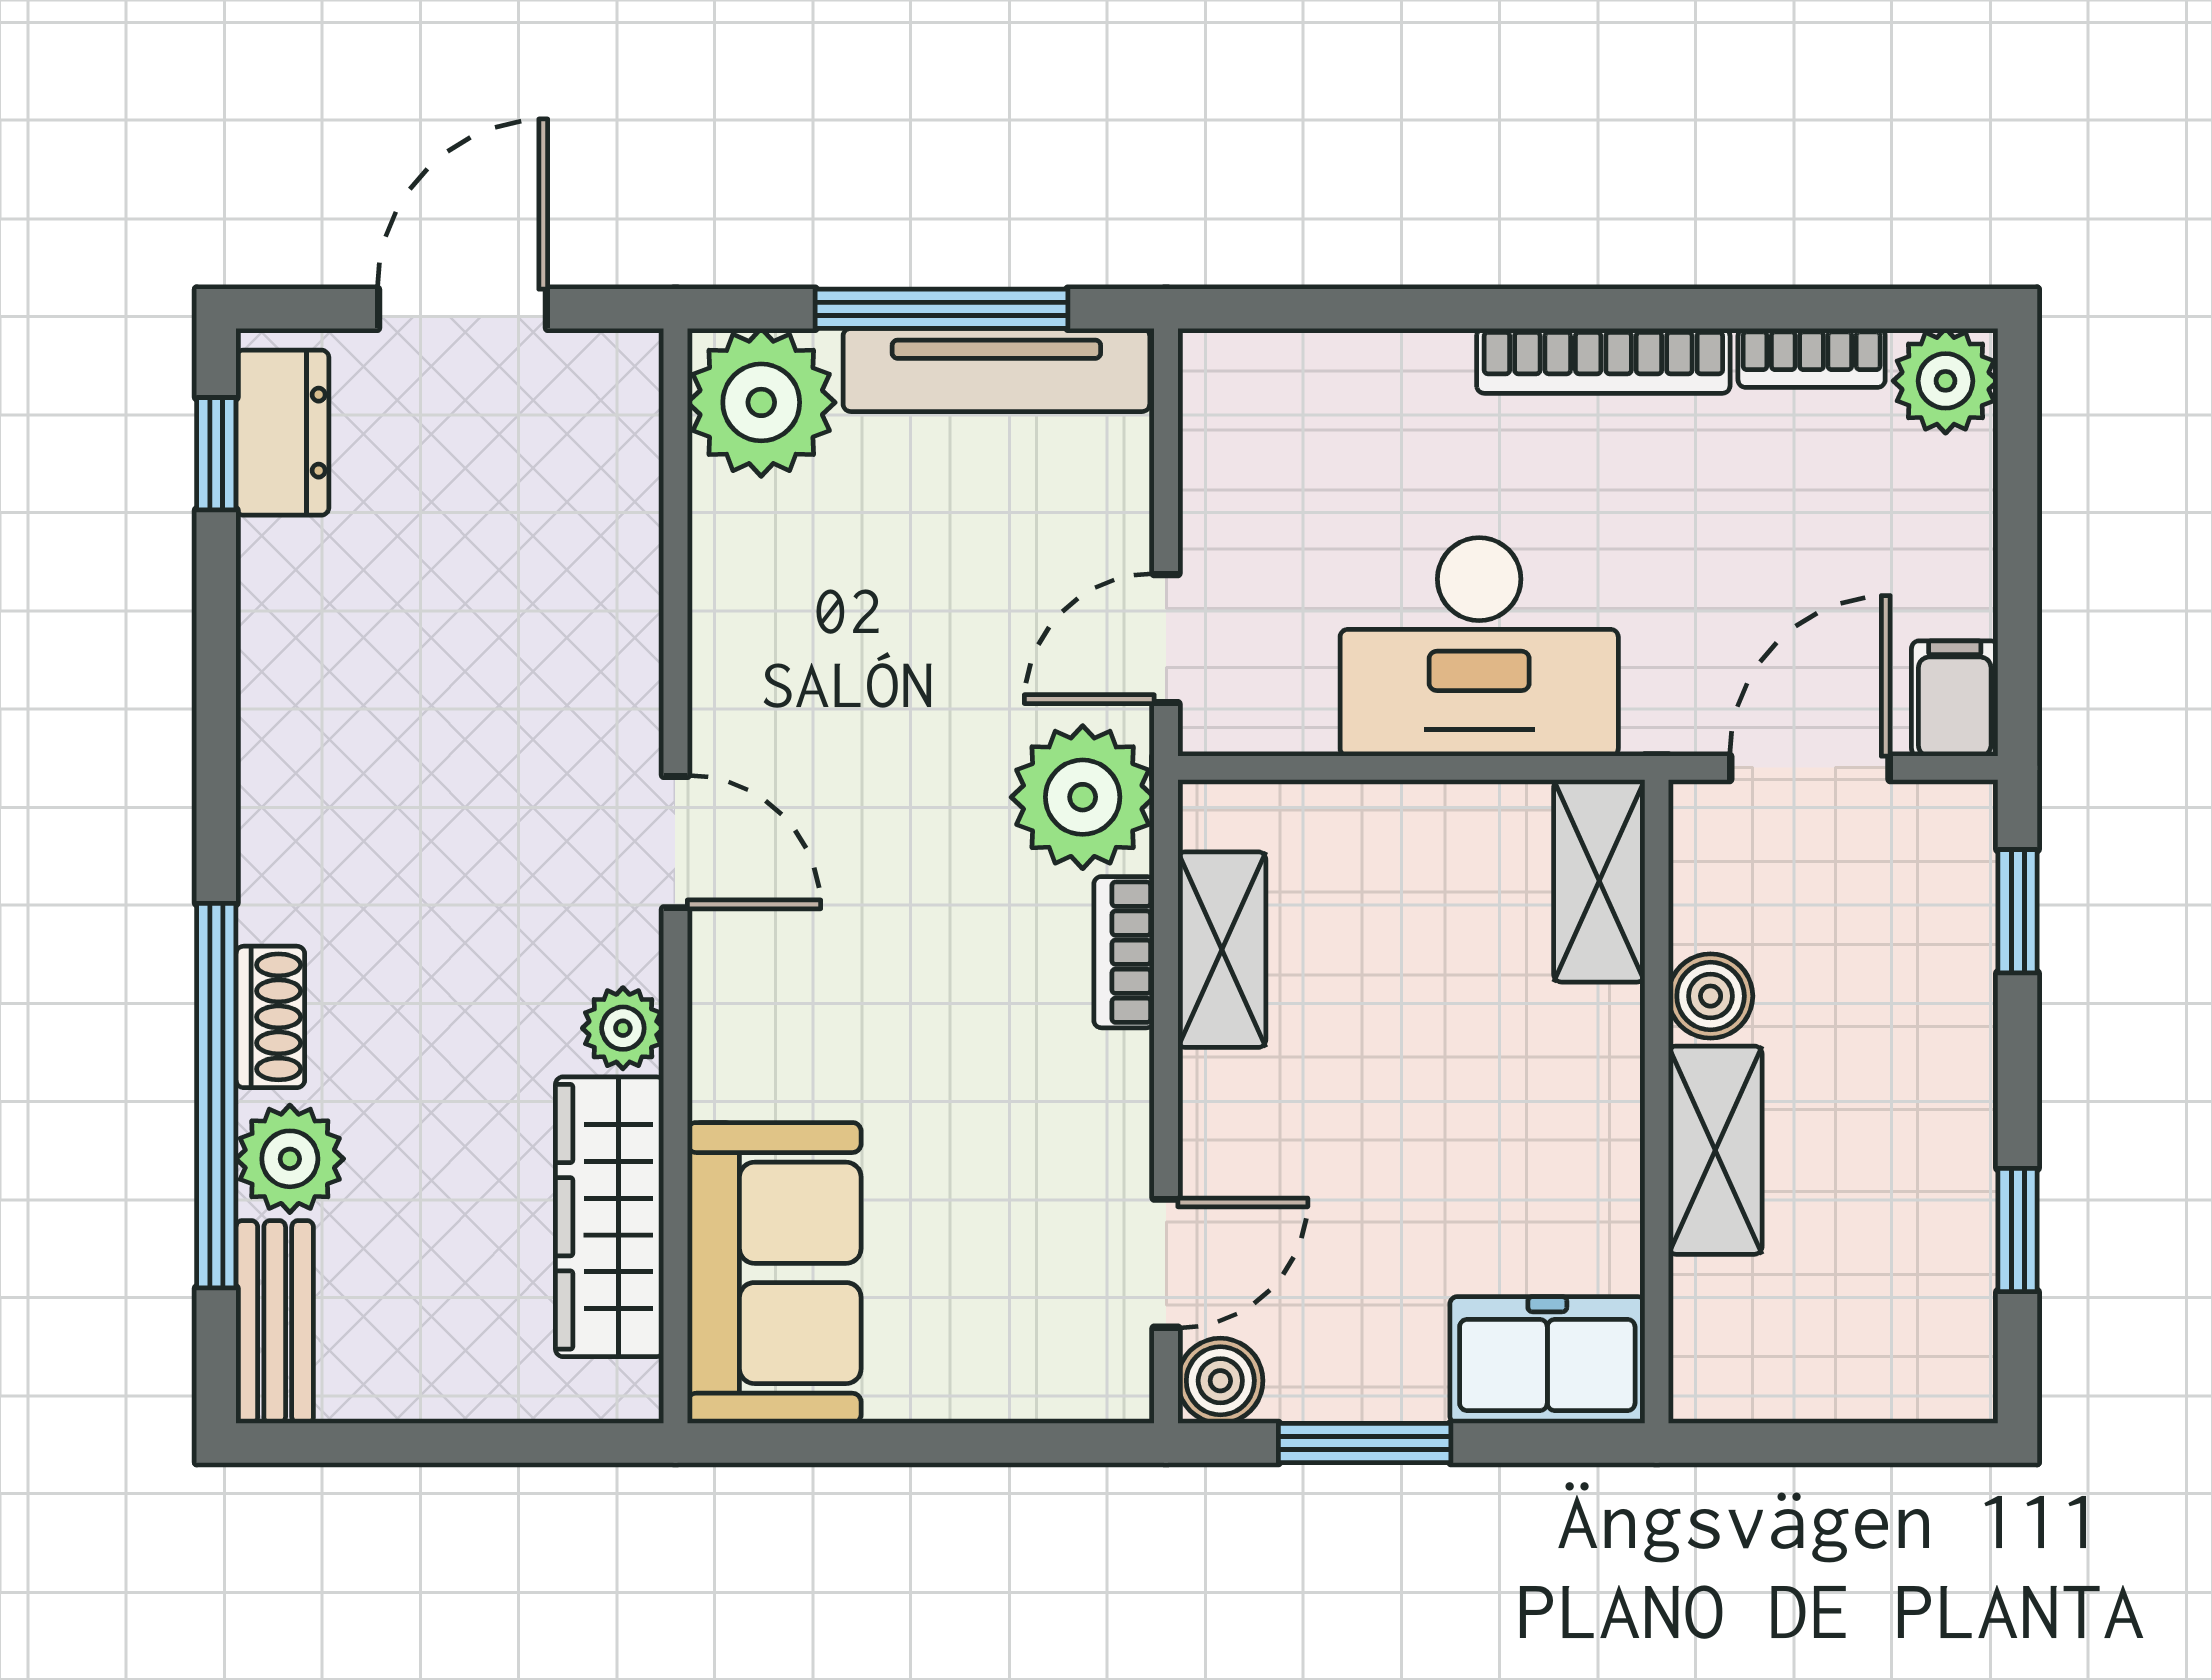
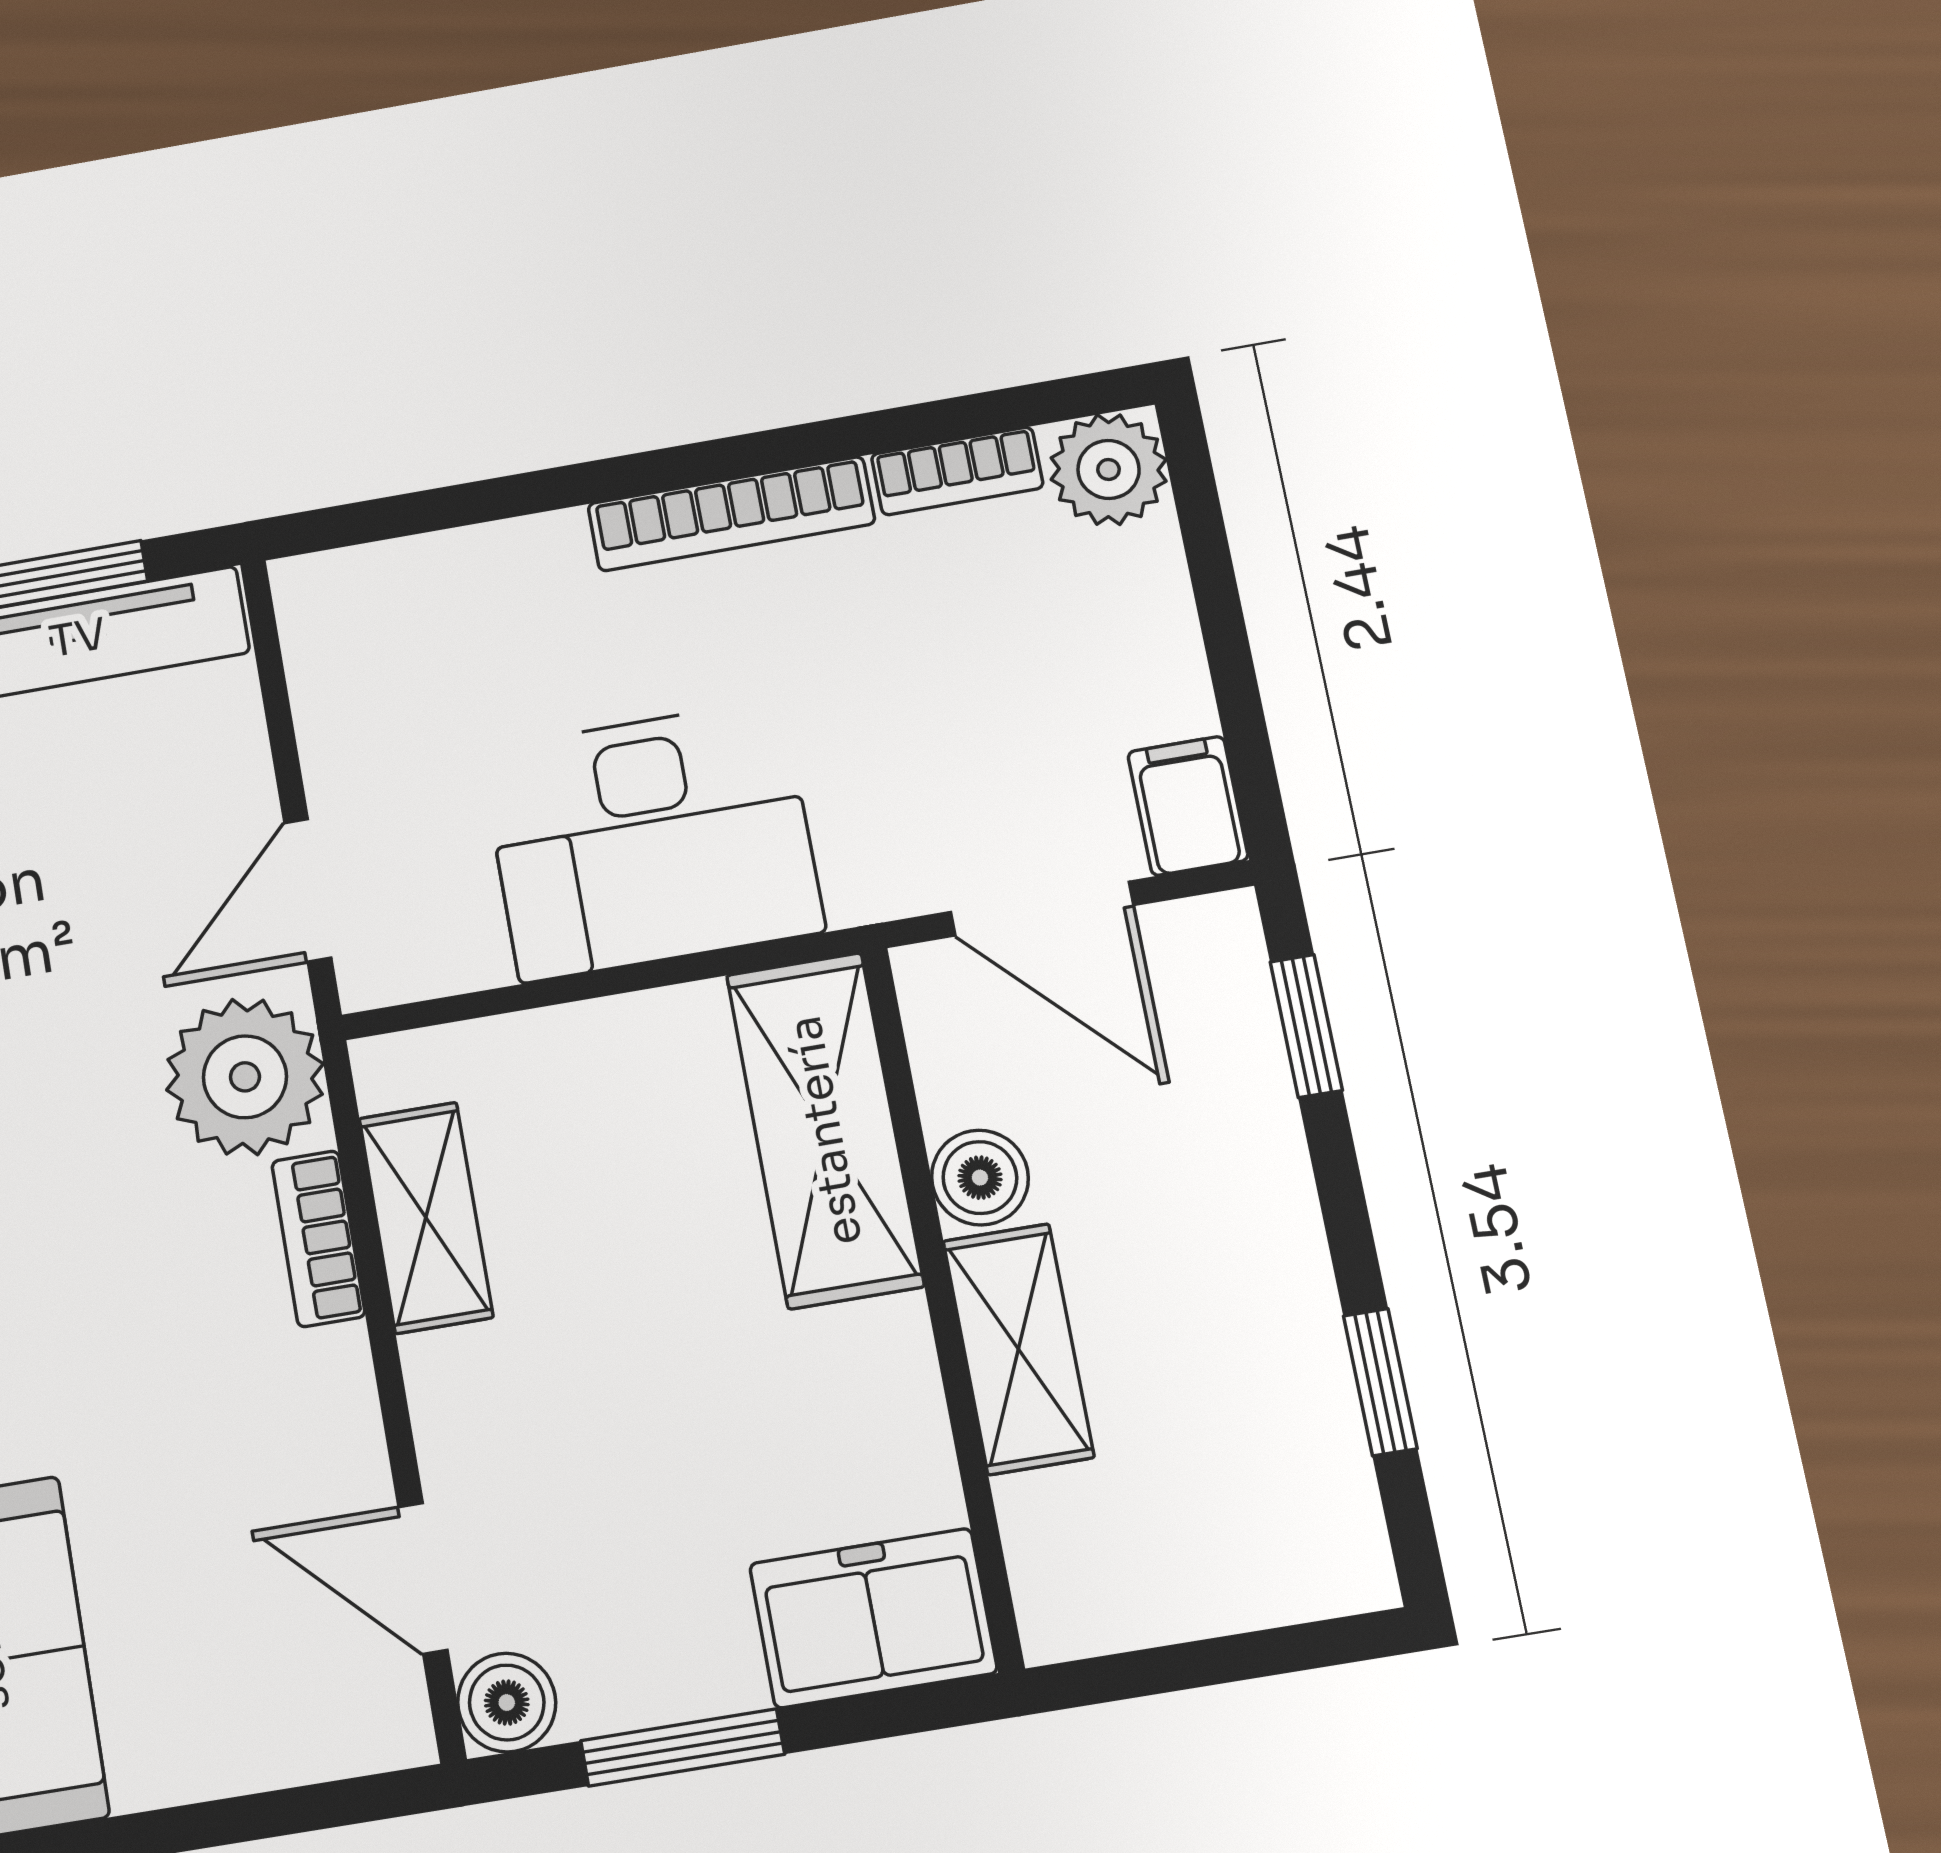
door: (1810, 768) -> (1042, 909), swing flipped
shelving: (1599, 881) -> (825, 1130), width x1.50, depth x1.33
door: (1166, 1263) -> (423, 1578), swing flipped

